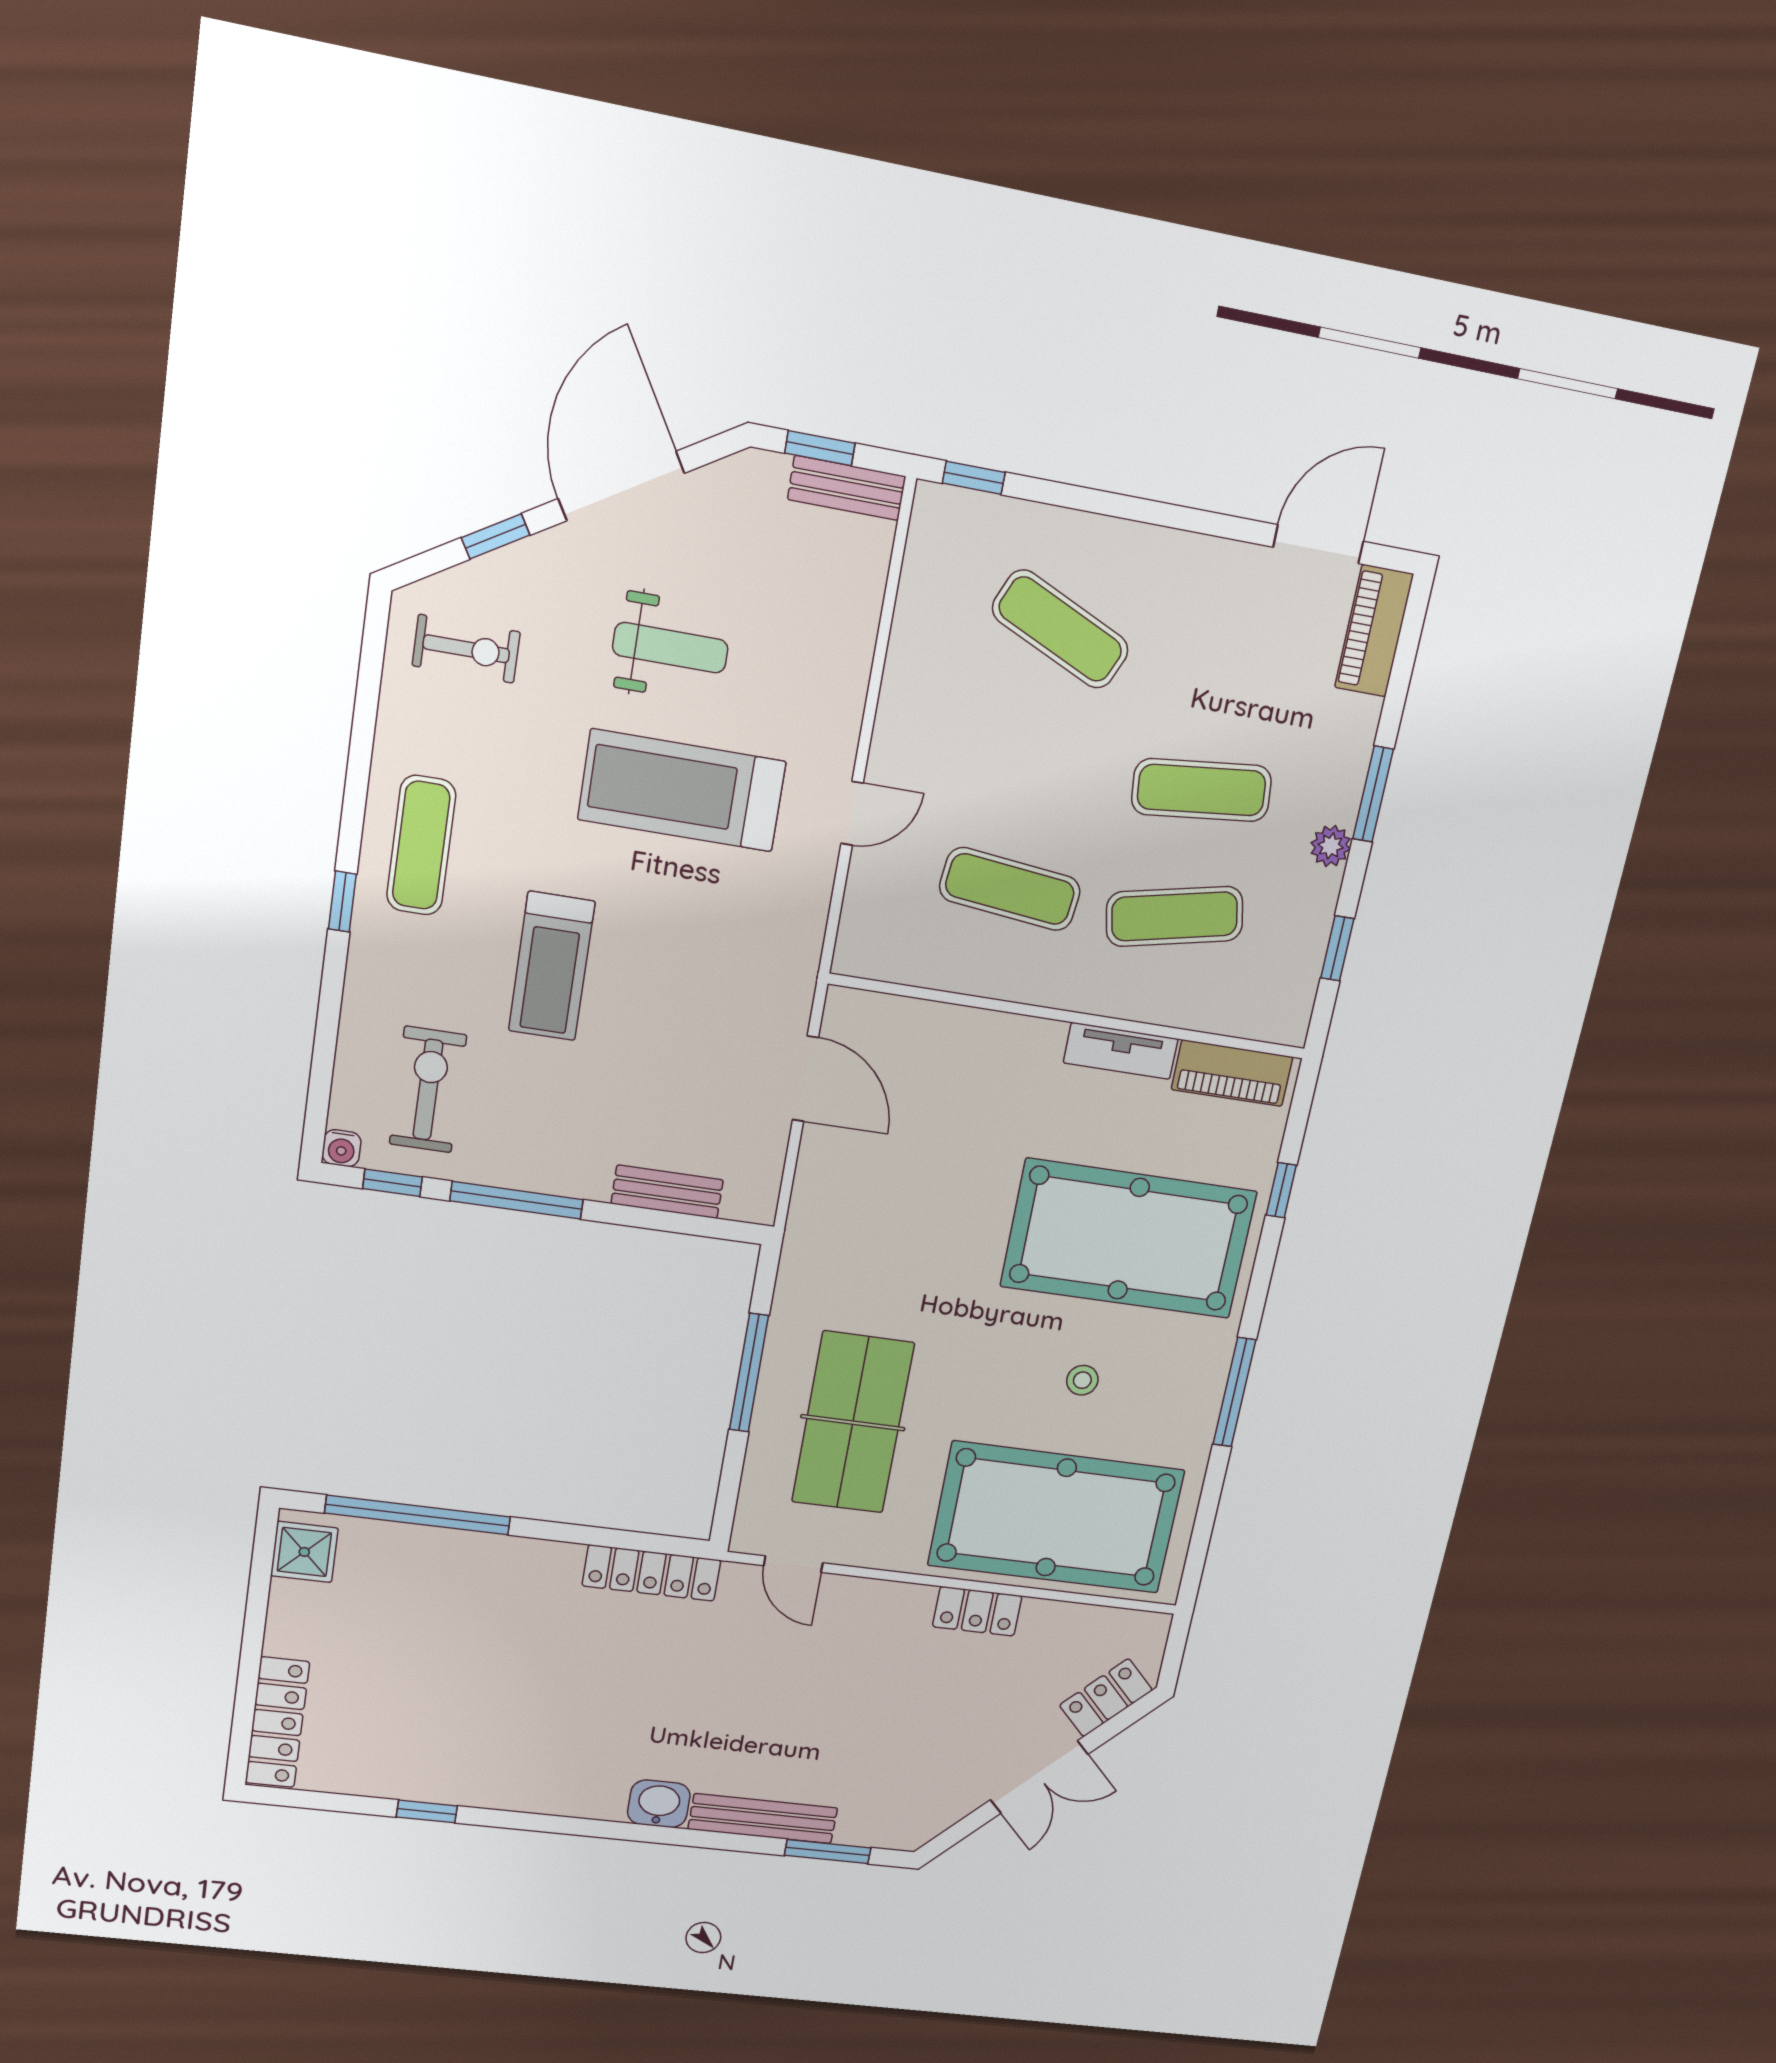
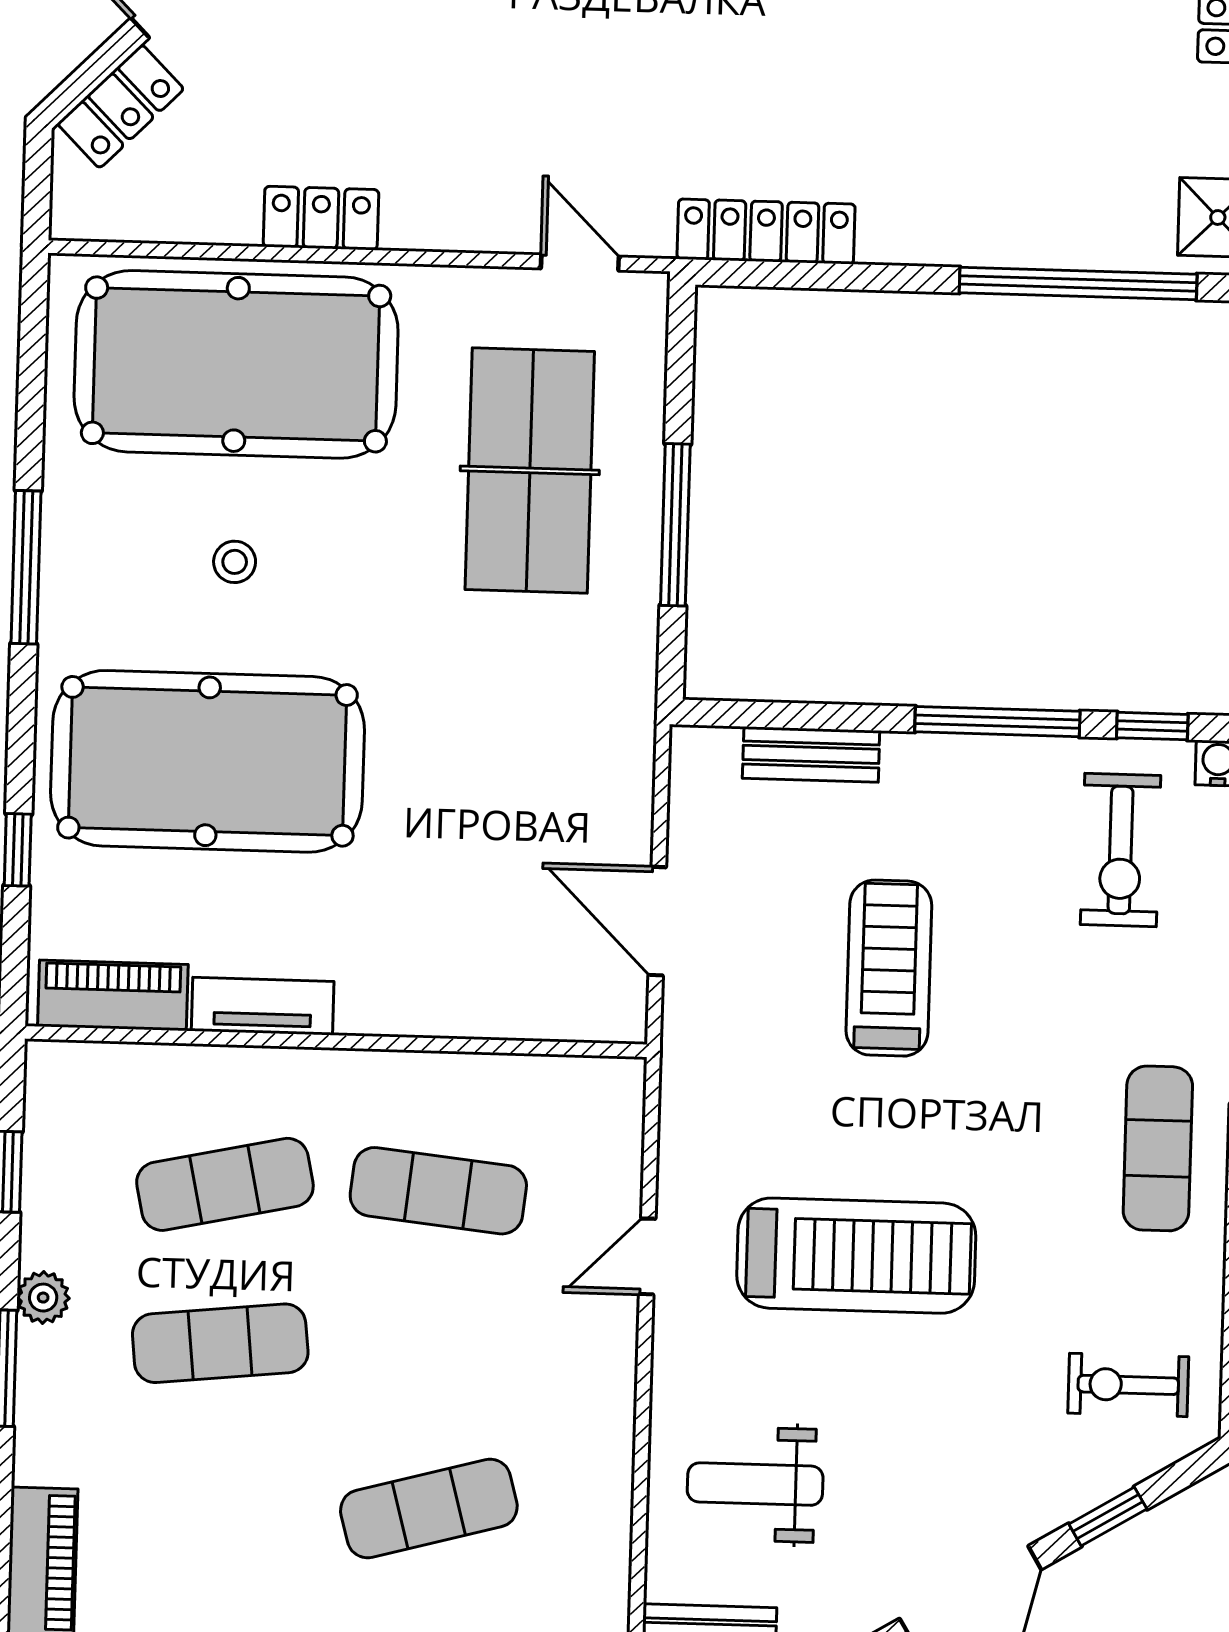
exercise mat: (1060, 629) -> (429, 1509), turned -39
weight bench: (670, 648) -> (755, 1484), moved
treadmill: (552, 966) -> (889, 968), moved

